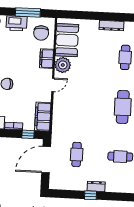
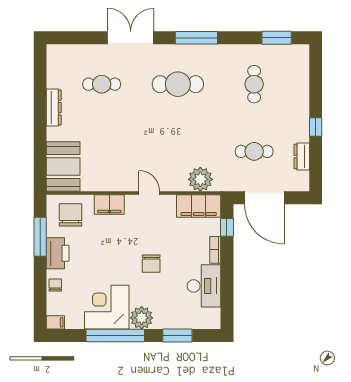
chair: (41, 33) -> (71, 215), turned -90
booth: (67, 40) -> (63, 167), moved, turned 90
plant: (63, 65) -> (200, 179), moved
dresser: (96, 186) -> (302, 157), moved

